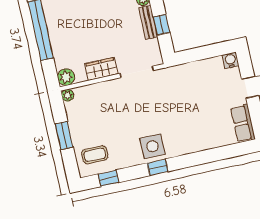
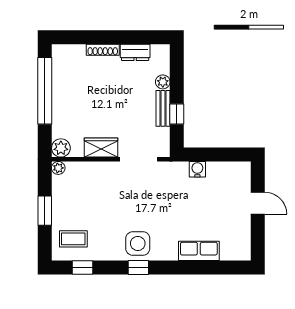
water cooler: (231, 60) -> (197, 169), moved
row of seats: (243, 123) -> (199, 251), moved, turned 90

